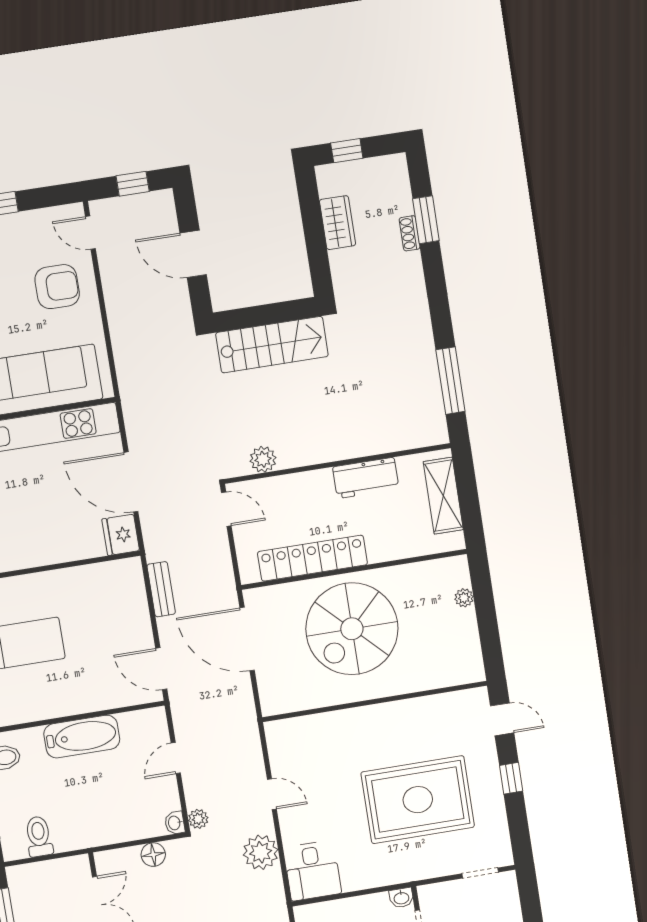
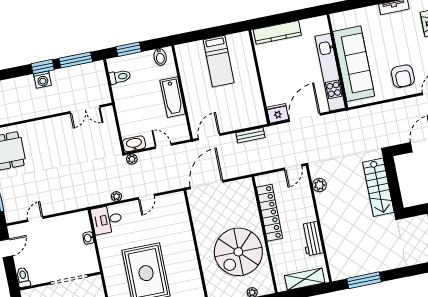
spiral stairs: (352, 629) -> (238, 252), moved, turned -90
door: (247, 639) -> (207, 185), moved
washbasin: (175, 823) -> (134, 144), width x1.91, depth x1.45
plant: (261, 852) -> (116, 196), width x0.53, depth x0.53
floor lamp: (153, 855) -> (112, 136), removed
washbasin: (401, 898) -> (88, 238), moved

